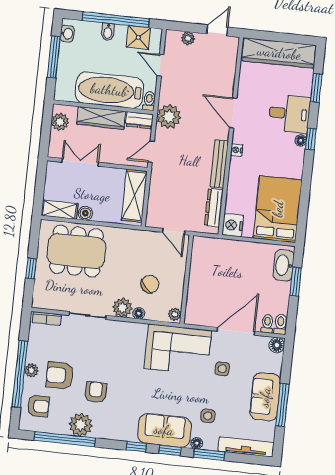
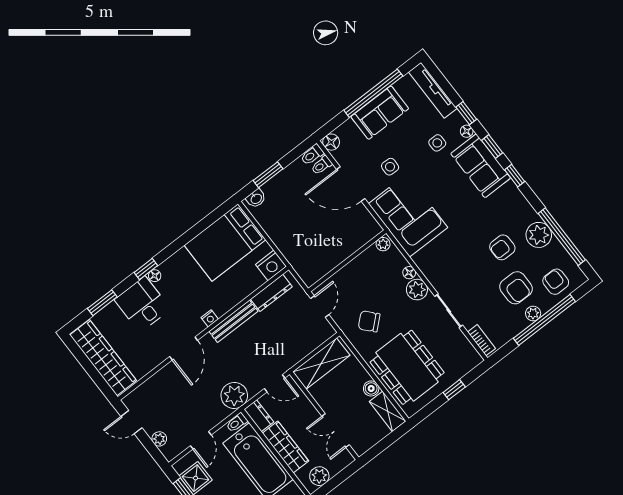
washbasin: (284, 265) -> (256, 199), width x0.52, depth x0.69
chair: (150, 284) -> (369, 321), moved
window: (282, 405) -> (373, 93), width x1.46
window: (209, 455) -> (466, 113), width x0.67

